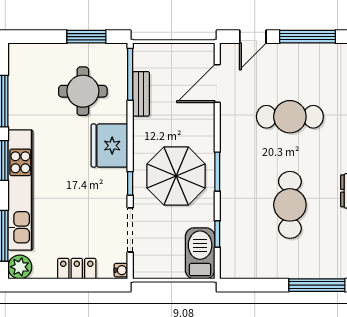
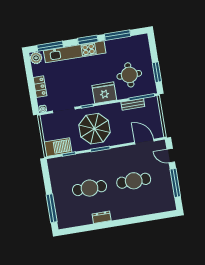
cafe table: (290, 117) -> (134, 181), turned 90

